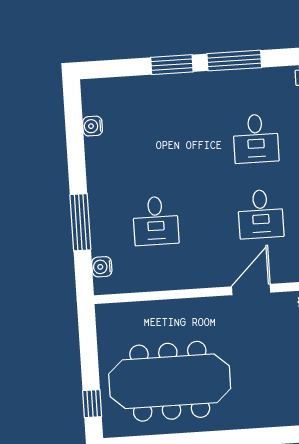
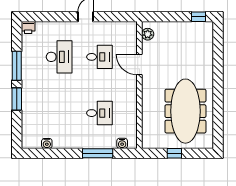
desk: (256, 139) -> (59, 57), width x1.37
window: (92, 404) -> (174, 153), moved

